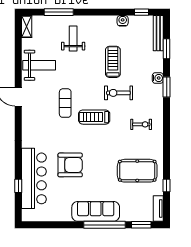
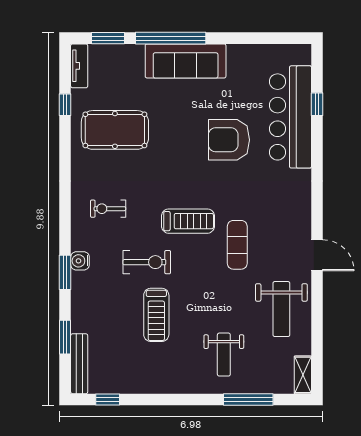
water cooler: (123, 21) -> (140, 385), removed
weight bench: (39, 65) -> (281, 309), turned -90
water cooler: (158, 78) -> (80, 261), moved

